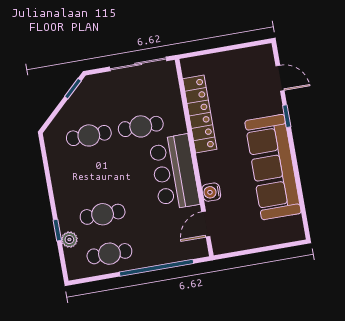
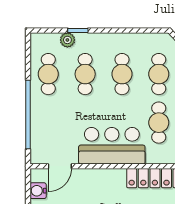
cafe table: (96, 175) -> (122, 74), added
water cooler: (211, 192) -> (38, 191), moved, turned -90
door: (206, 224) -> (60, 166), swing flipped

